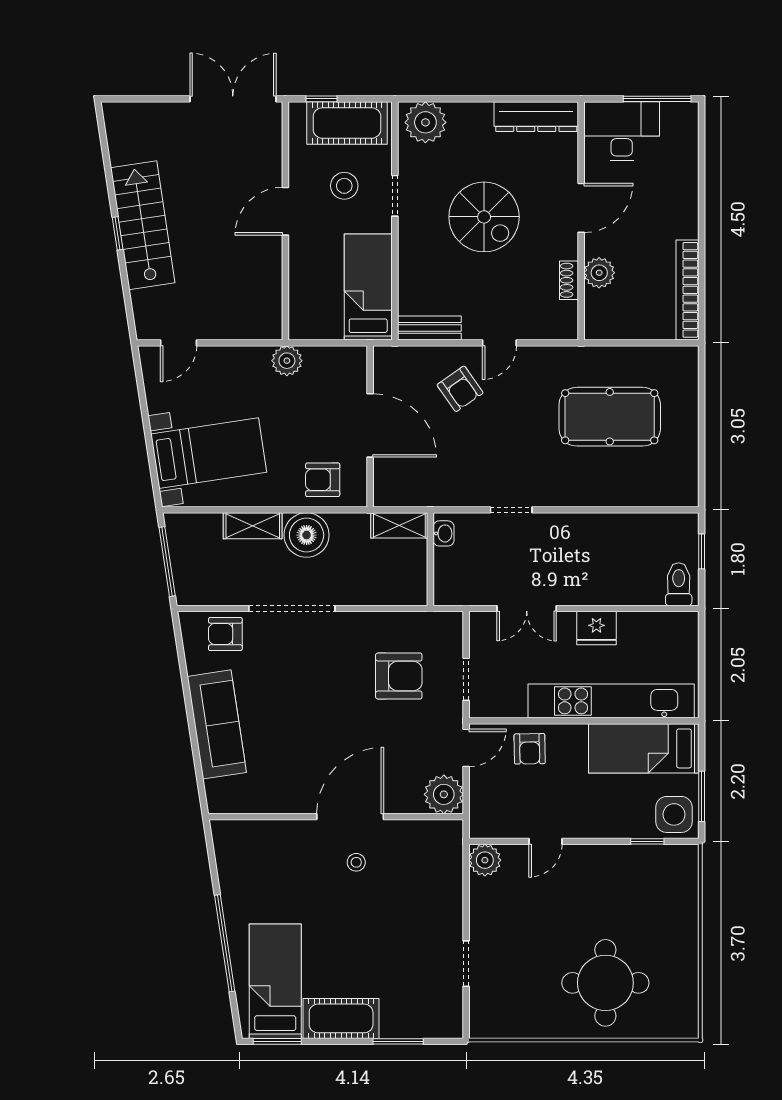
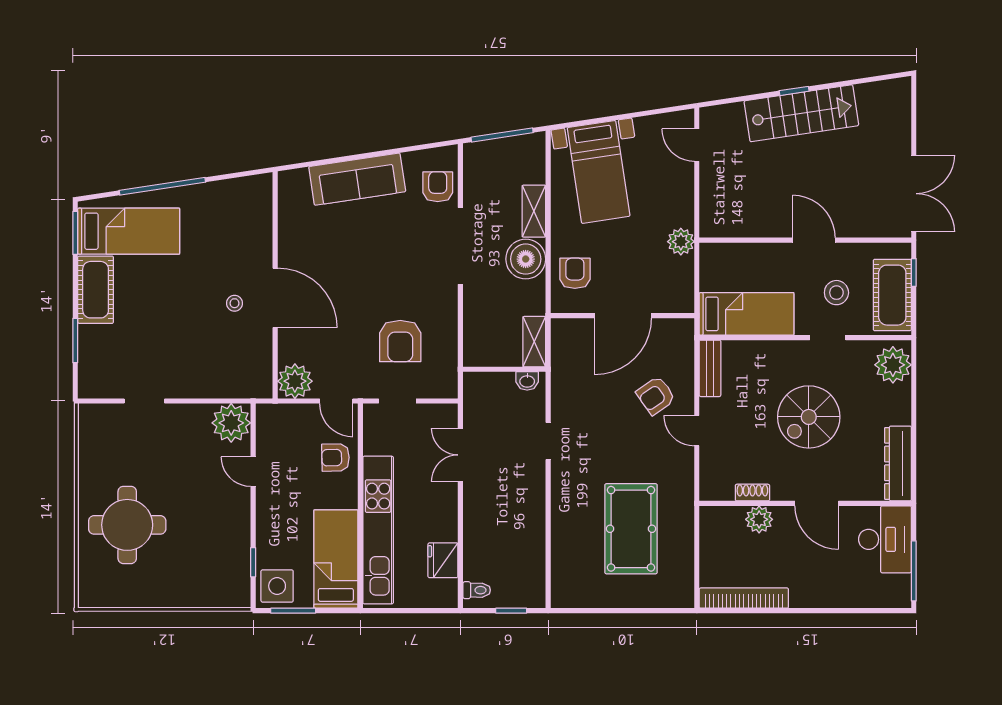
toilet: (679, 584) -> (477, 590), width x0.73, depth x0.72
fridge: (596, 628) -> (443, 560), moved
plant: (485, 860) -> (231, 423), width x1.36, depth x1.36

